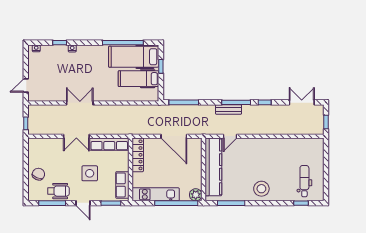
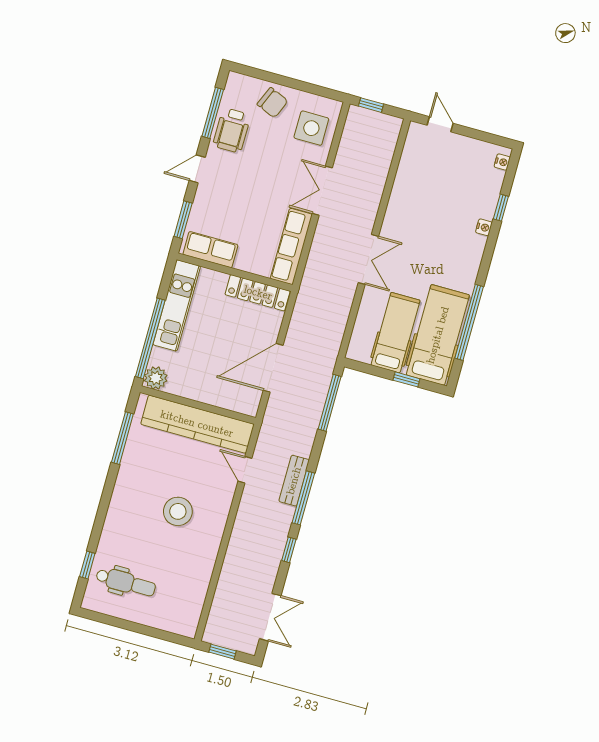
double door: (80, 103) -> (368, 259), moved
side table: (90, 173) -> (311, 128), moved
stool: (261, 189) -> (178, 511), moved

